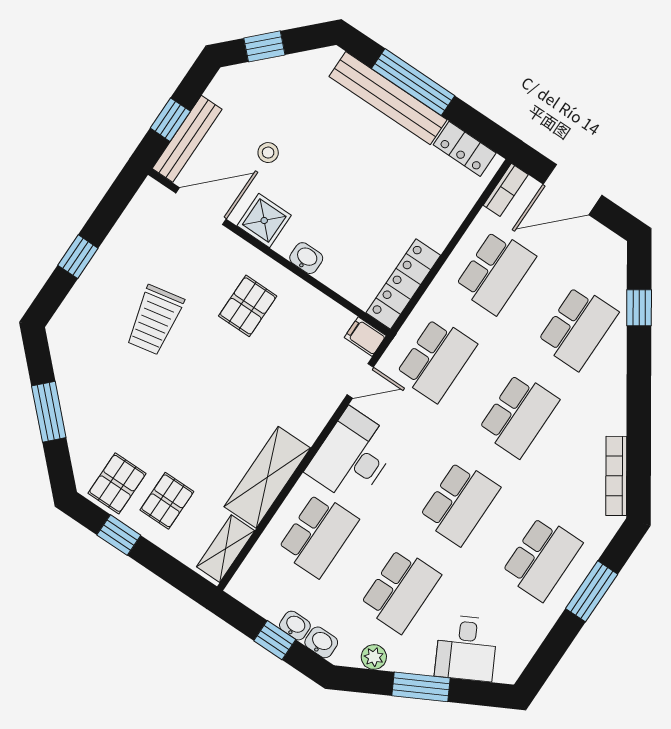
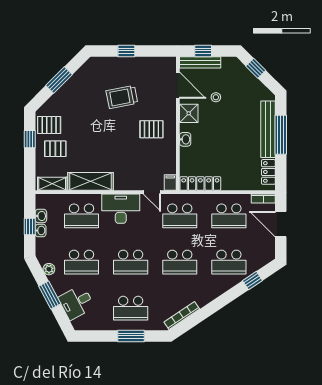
washbasin: (321, 642) -> (41, 216), moved

